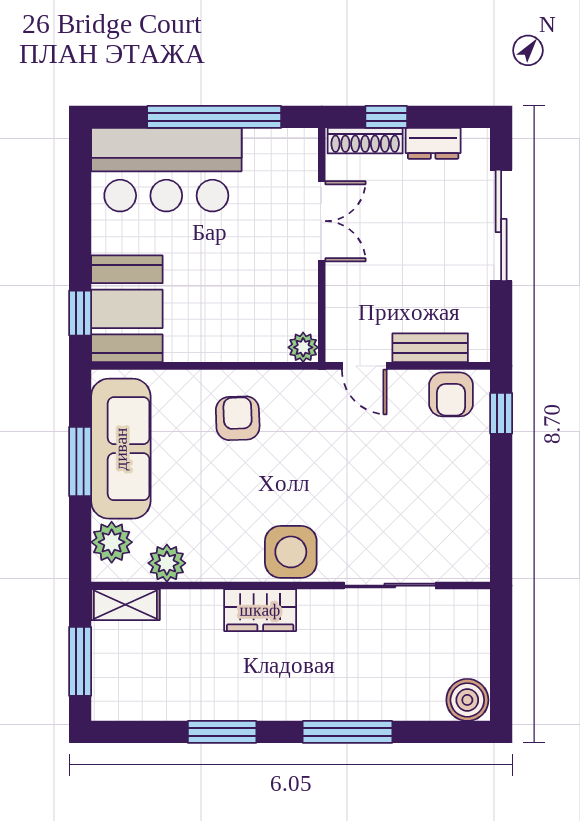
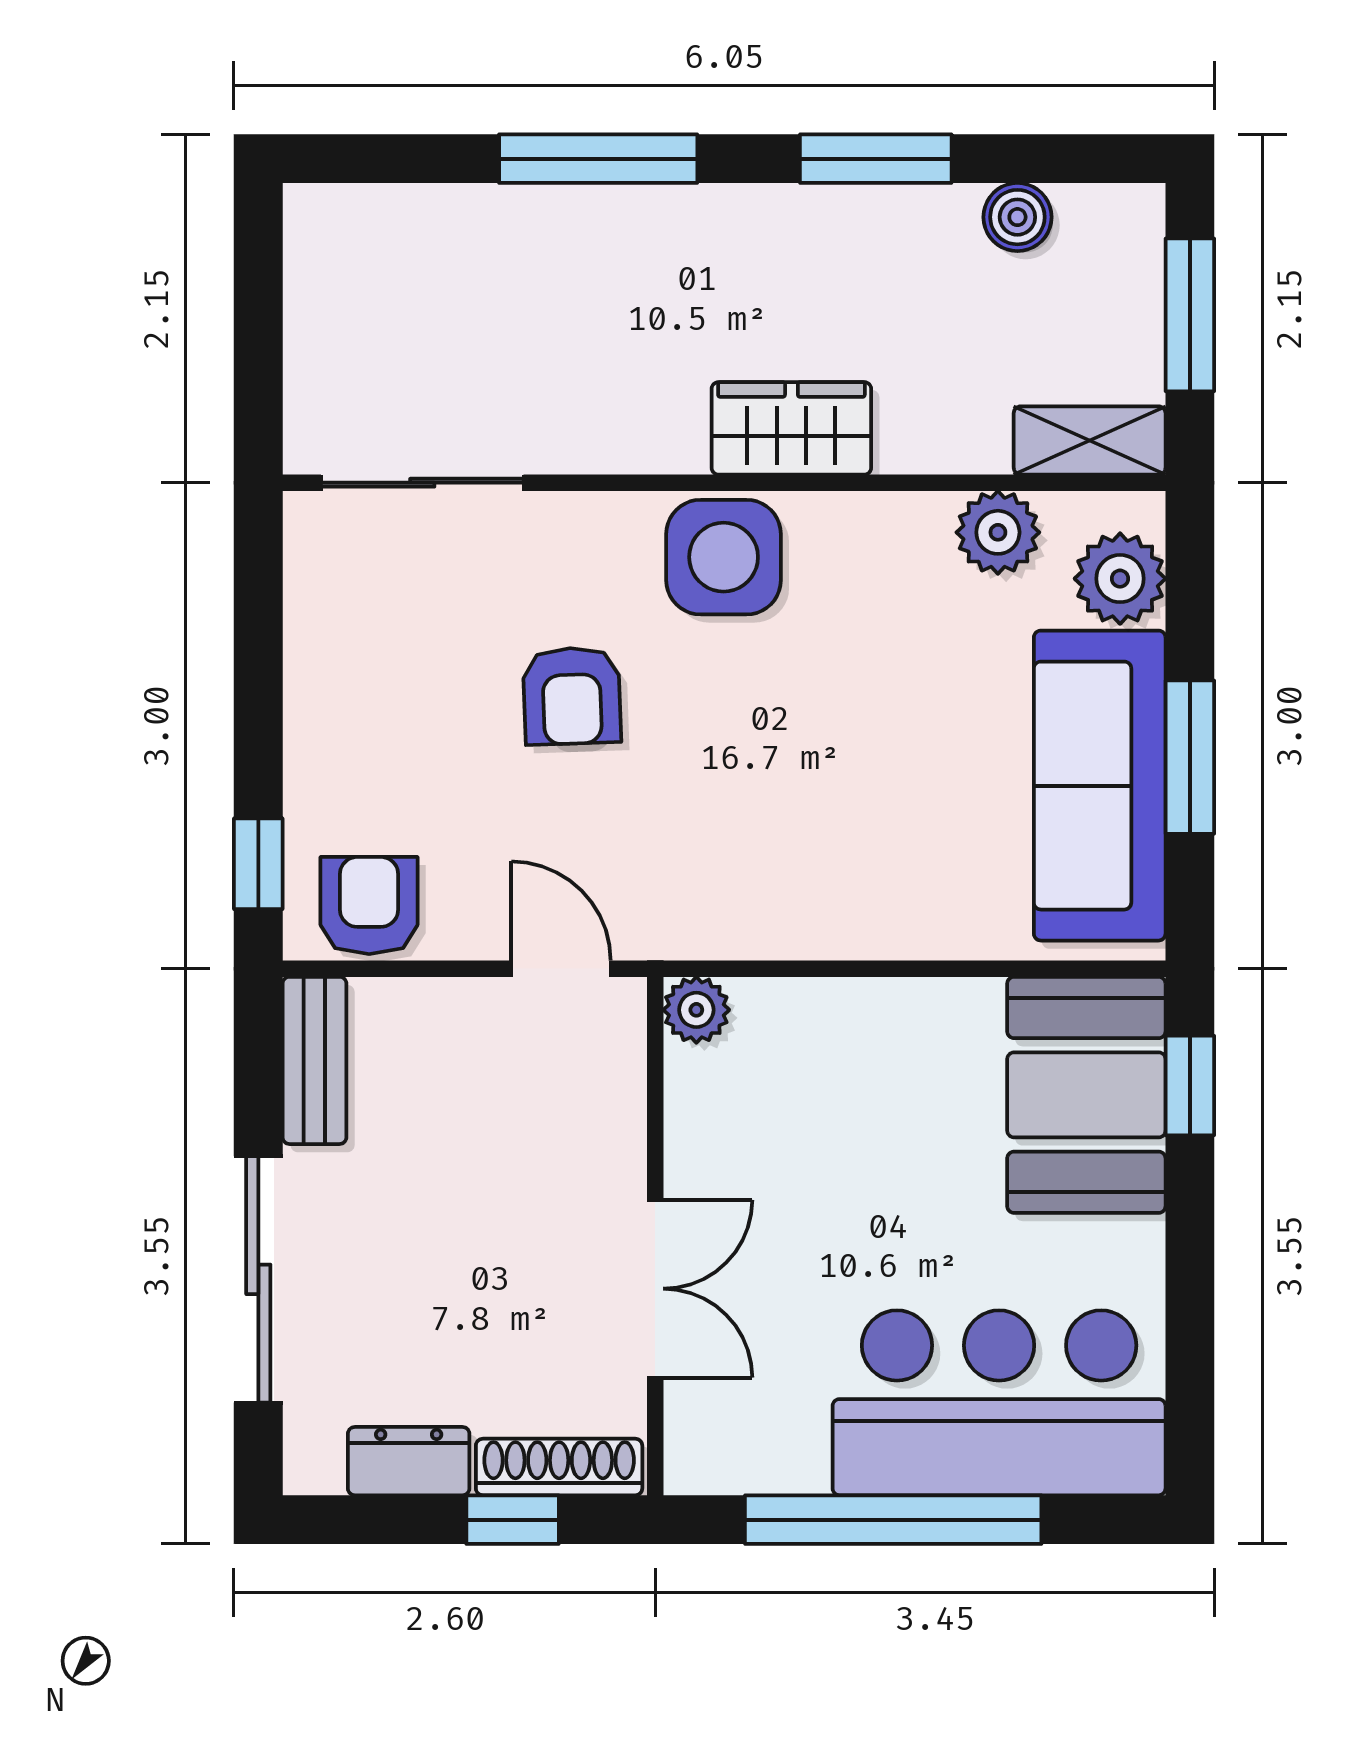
double door: (322, 221) -> (655, 1289), swing flipped
bench: (430, 348) -> (314, 1060), moved, turned 90
armchair: (238, 418) -> (572, 696), moved
sliding door: (390, 586) -> (422, 483), moved
boiler: (467, 700) -> (1017, 217), moved, width x0.73, depth x0.73

